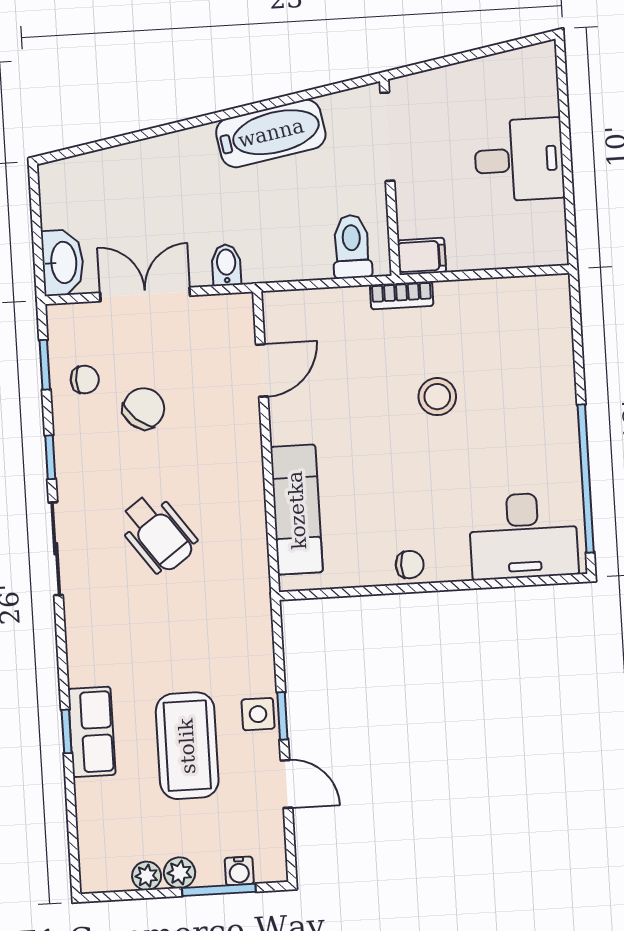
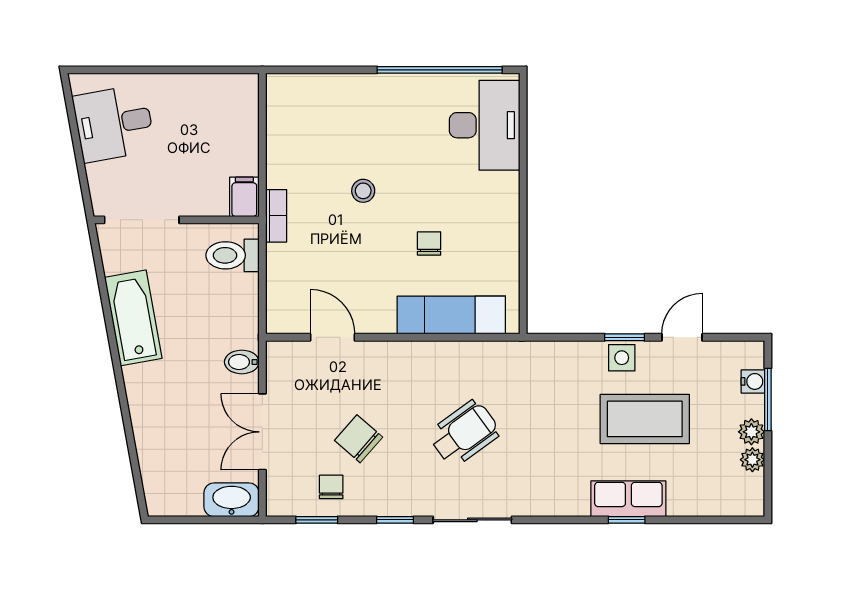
desk: (519, 160) -> (114, 123), moved, turned -100
stool: (437, 397) -> (363, 191), width x0.73, depth x0.73
chair: (410, 565) -> (429, 243), moved

